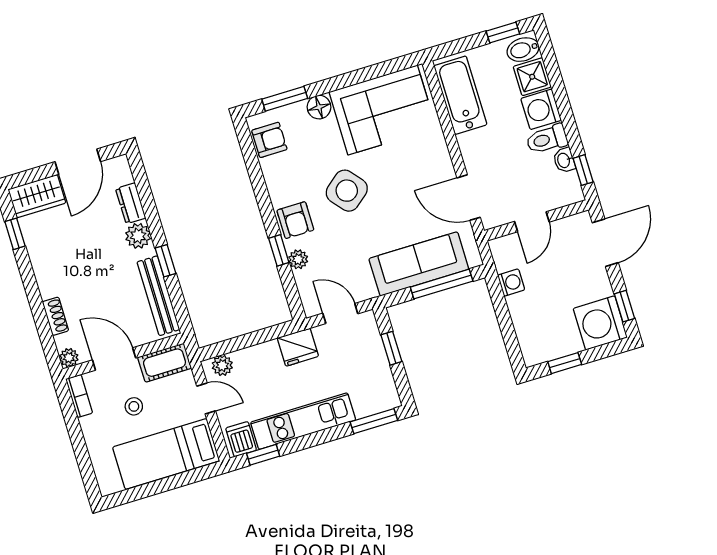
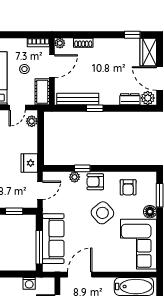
armchair: (269, 140) -> (128, 187), moved
plant: (138, 236) -> (148, 98), moved

